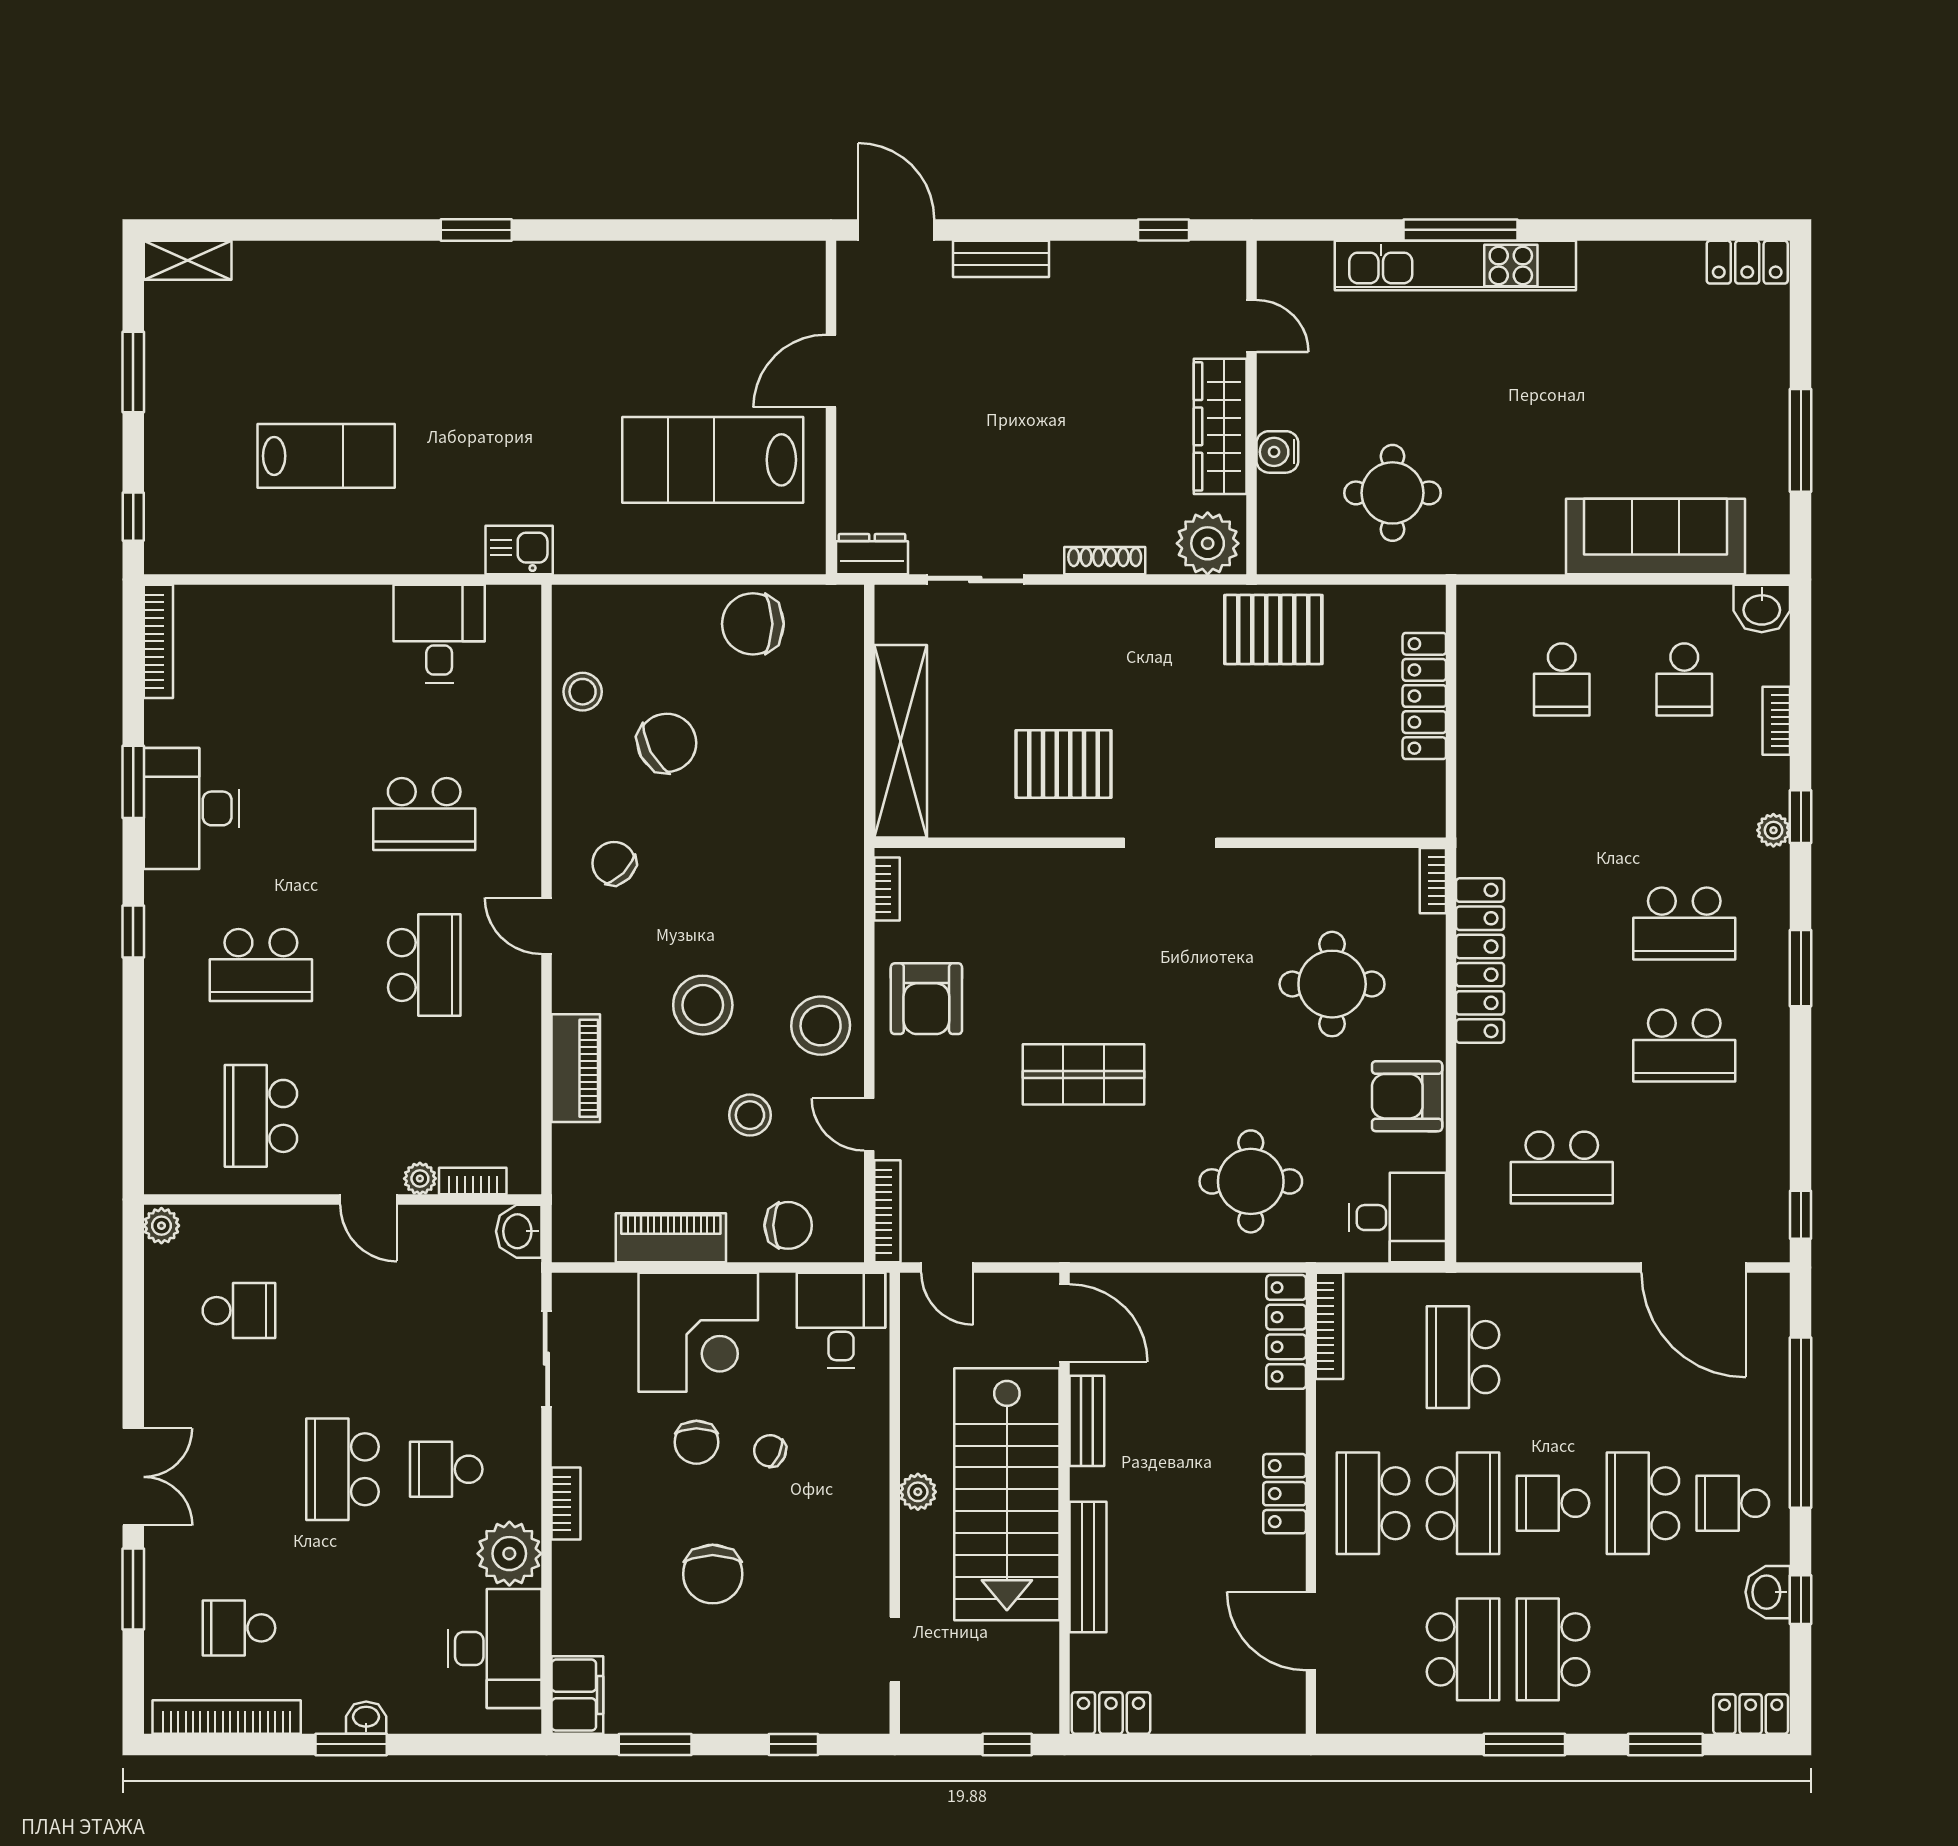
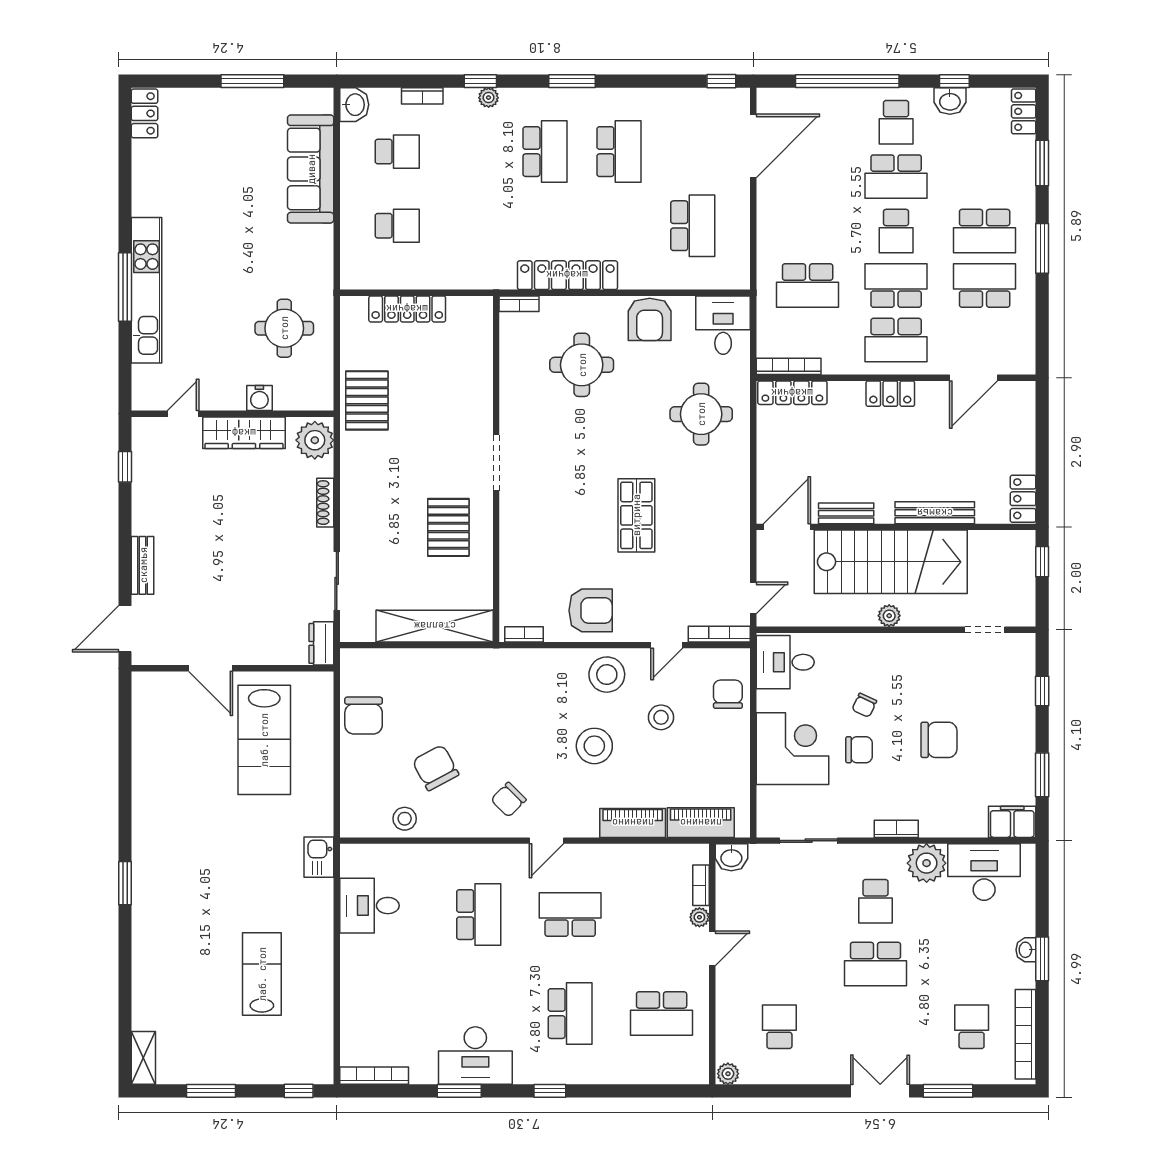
piano: (671, 1238) -> (701, 823), moved, turned 90
school desk: (239, 1628) -> (972, 1027), turned 180

